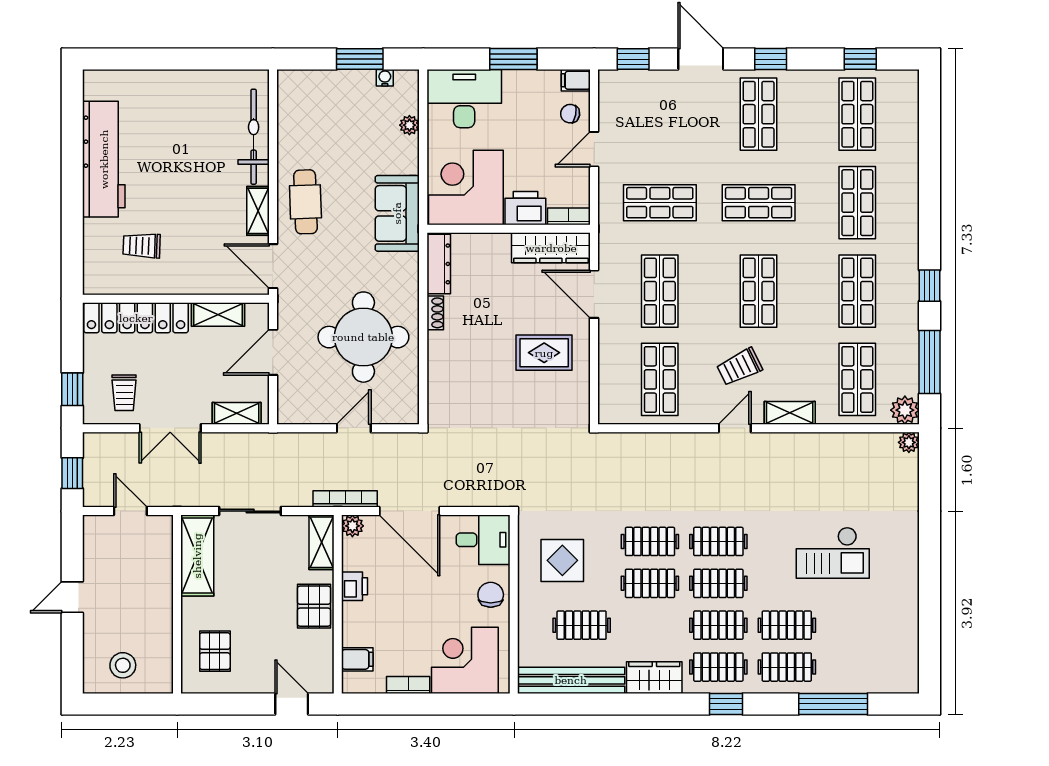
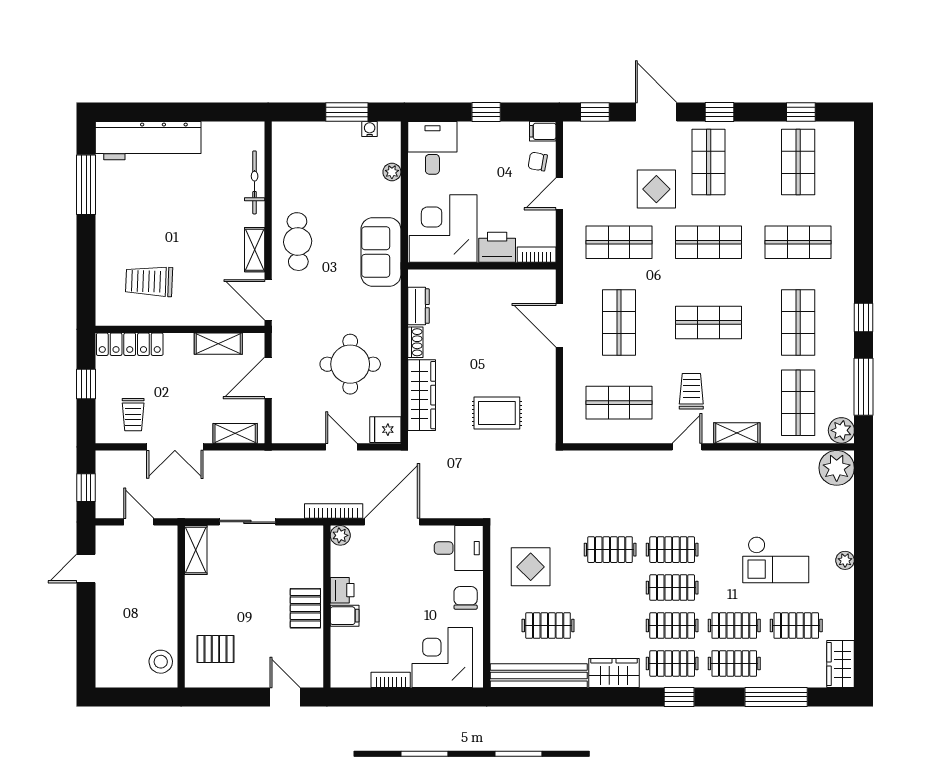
window: (513, 59) -> (486, 112), width x0.67
desk: (464, 99) -> (432, 148), width x0.73
bicycle: (254, 137) -> (255, 182), width x0.73, depth x0.71
window: (72, 139) -> (86, 185), added
display table: (701, 144) -> (656, 189), added
workbench: (104, 159) -> (148, 141), moved, turned 90
shop shelf: (857, 203) -> (798, 242), turned 90
trolley: (142, 246) -> (149, 281), width x1.36, depth x1.39
wardrobe: (551, 248) -> (422, 395), moved, turned -90
dresser: (439, 264) -> (418, 306), width x0.70
shop shelf: (759, 291) -> (709, 322), turned 90
locker: (136, 318) -> (130, 344), width x0.71, depth x0.83
round table: (363, 337) -> (350, 364), width x0.73, depth x0.73
rug: (544, 353) -> (497, 413), moved
trolley: (740, 367) -> (691, 391), turned 116
shop shelf: (660, 379) -> (619, 403), turned 90
window: (72, 389) -> (86, 384), moved
fridge: (402, 409) -> (385, 430), added
door: (354, 428) -> (341, 447), hinge flipped
plant: (909, 442) -> (837, 468), width x1.87, depth x1.87
door: (410, 511) -> (392, 522), swing flipped
shelving: (321, 542) -> (312, 550), removed
plant: (909, 553) -> (845, 560), added
shelving: (197, 556) -> (196, 550), width x0.67, depth x0.75
clothes rail: (650, 583) -> (796, 626), moved
door: (72, 597) -> (86, 568), moved
pallet: (215, 651) -> (215, 649), turned 90
filing cabinet: (357, 659) -> (345, 616), moved
stool: (123, 665) -> (161, 662), moved
wardrobe: (904, 668) -> (841, 664), added

